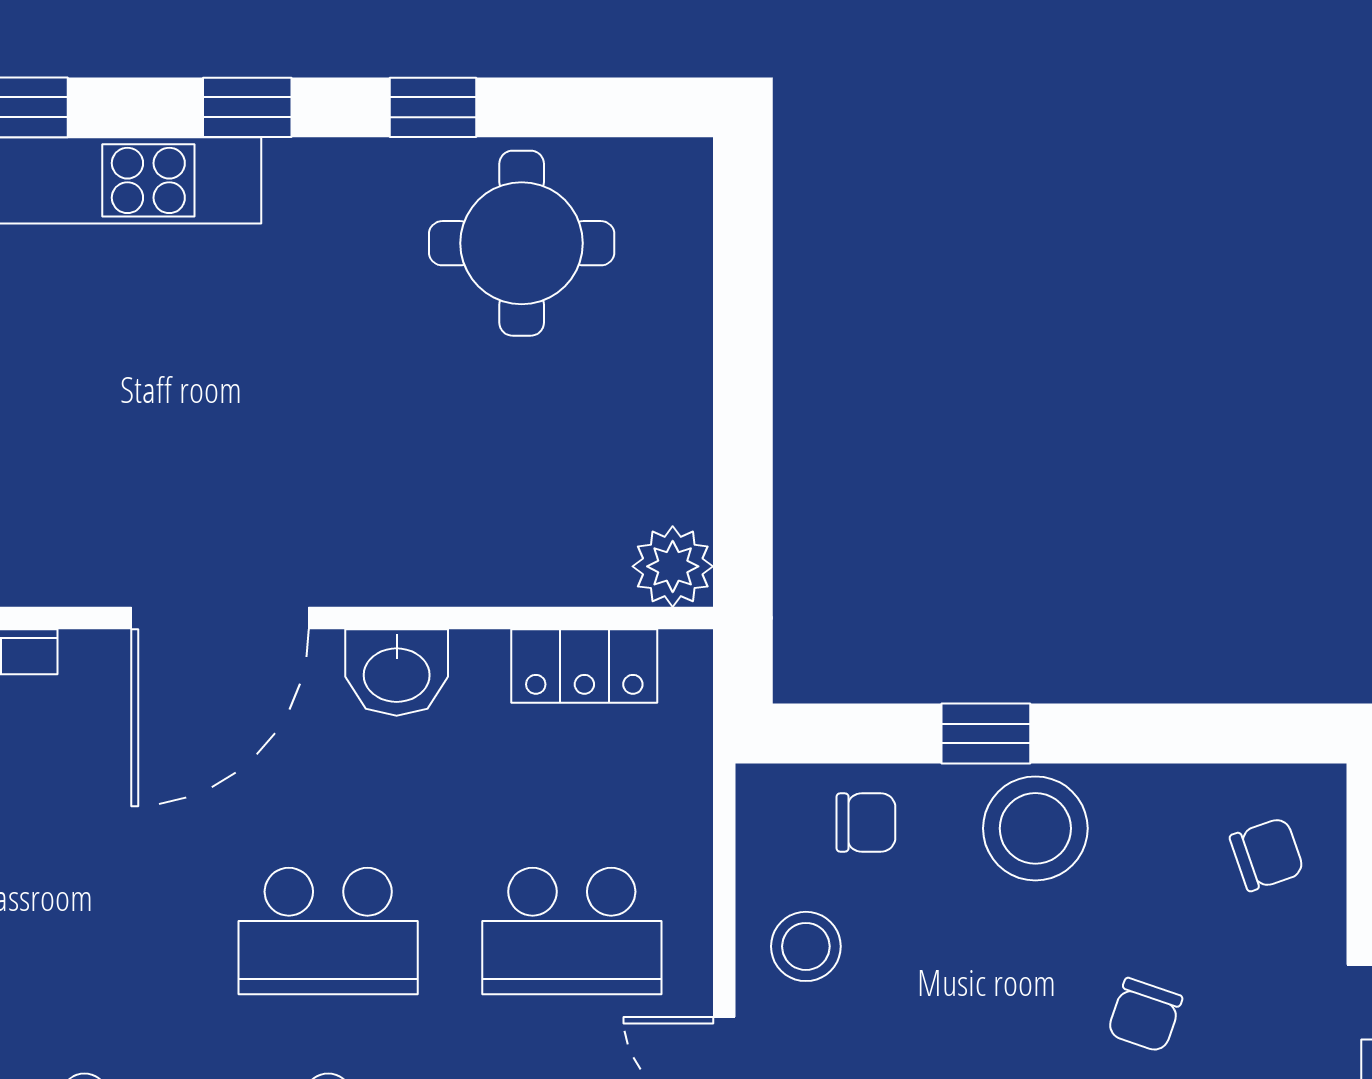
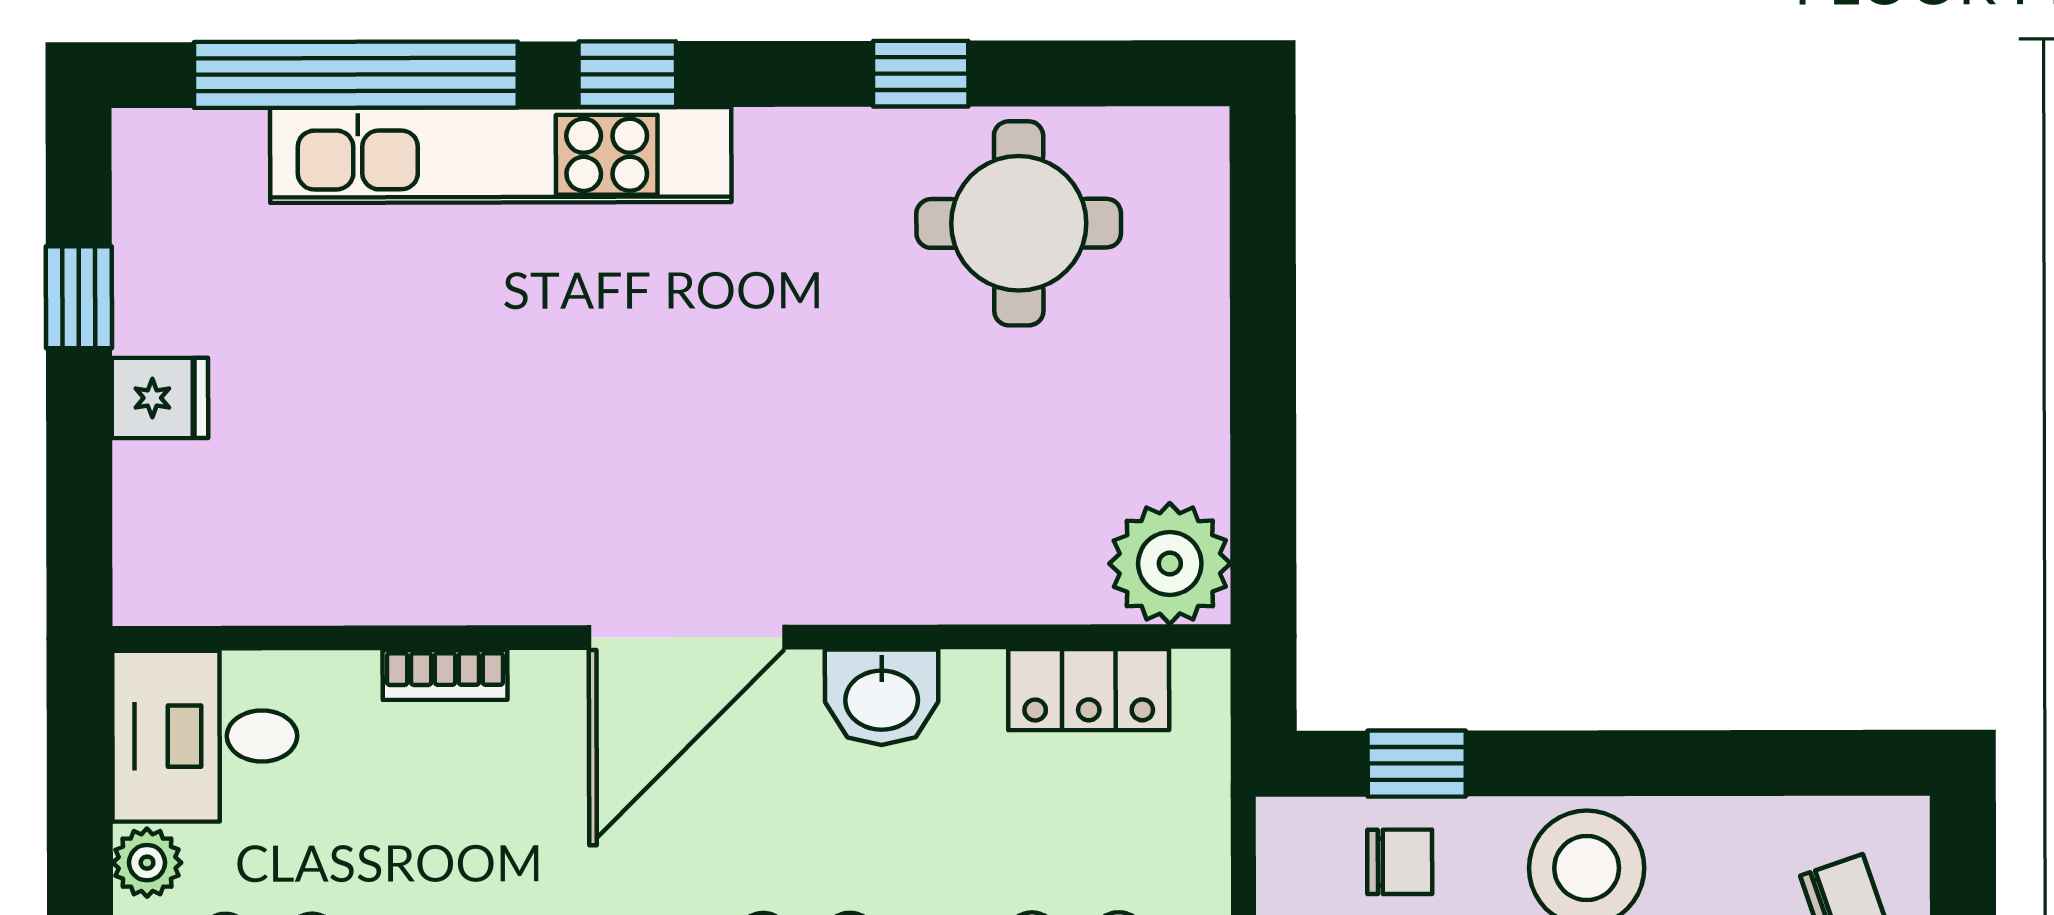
window: (247, 107) -> (627, 74), moved
plant: (673, 566) -> (1170, 563), width x1.36, depth x1.36
window: (986, 733) -> (1417, 764), moved

